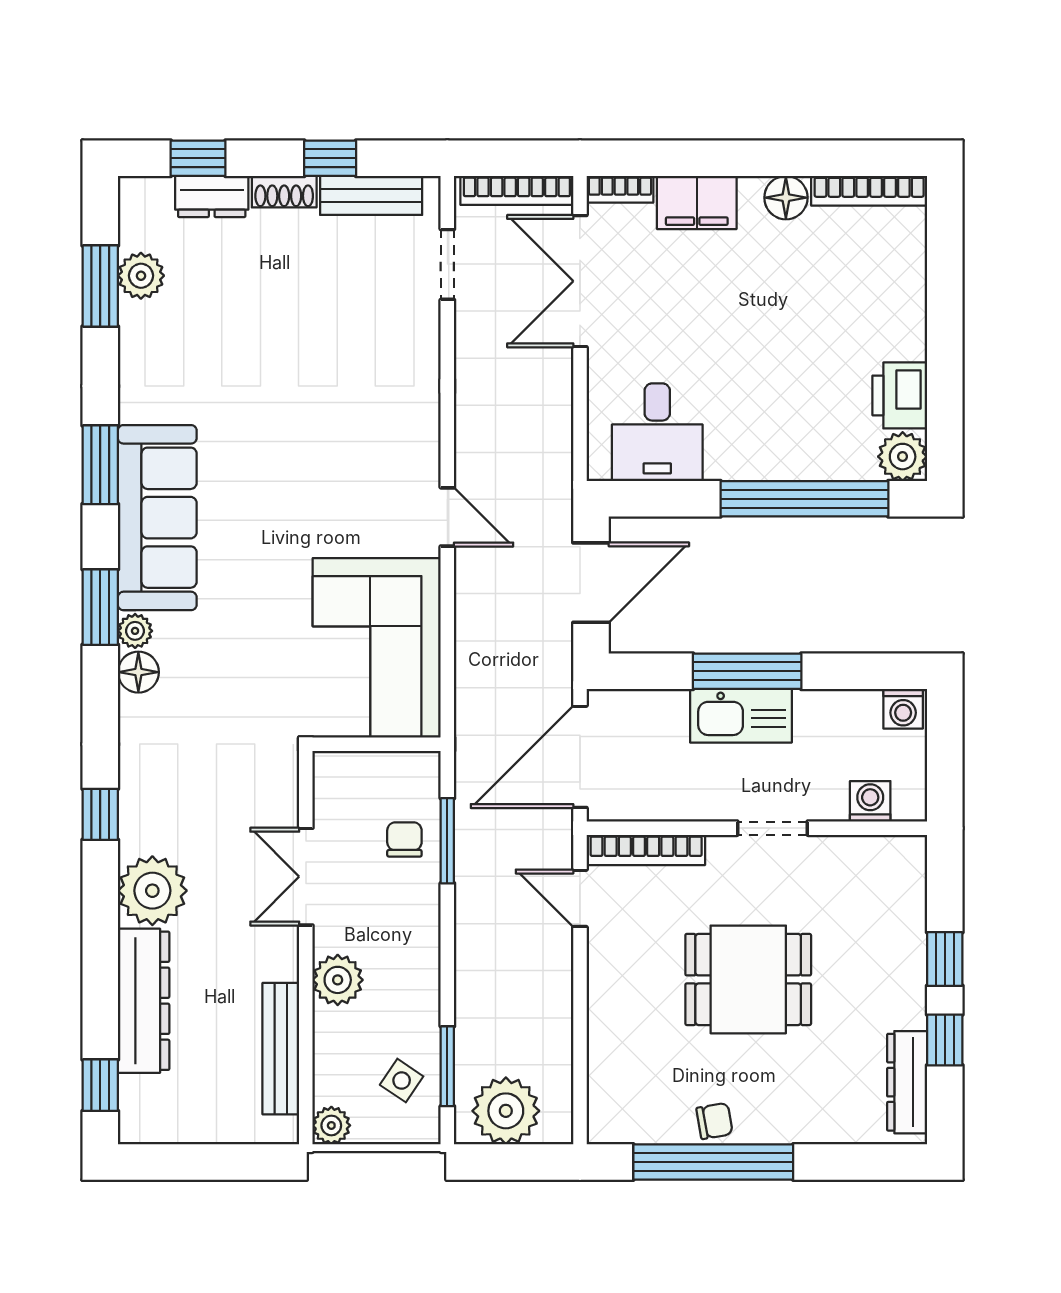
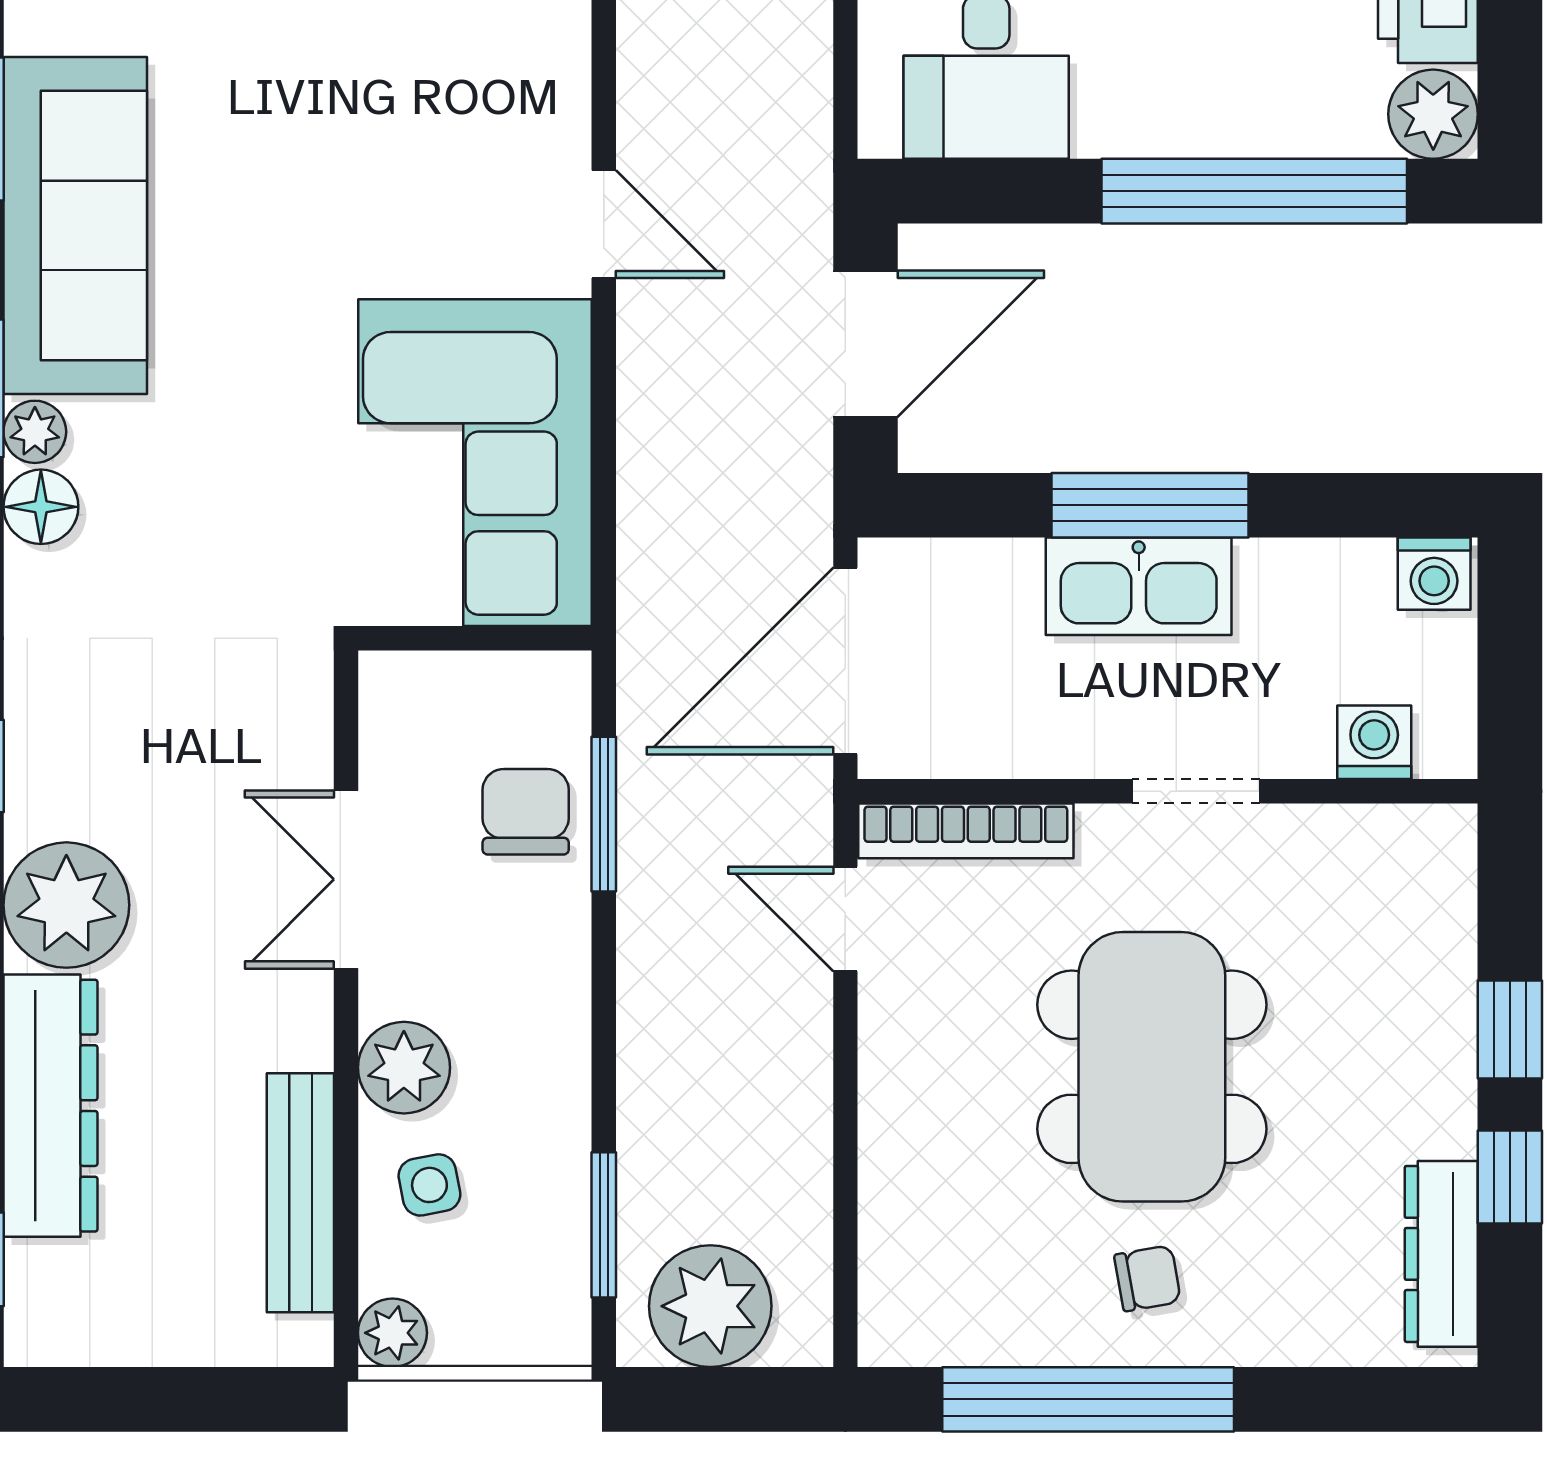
chair: (404, 839) -> (526, 812), width x1.37, depth x1.37
dining table: (748, 979) -> (1152, 1067), width x1.37
side table: (402, 1081) -> (429, 1185), moved, turned 45
chair: (715, 1121) -> (1147, 1278), moved

